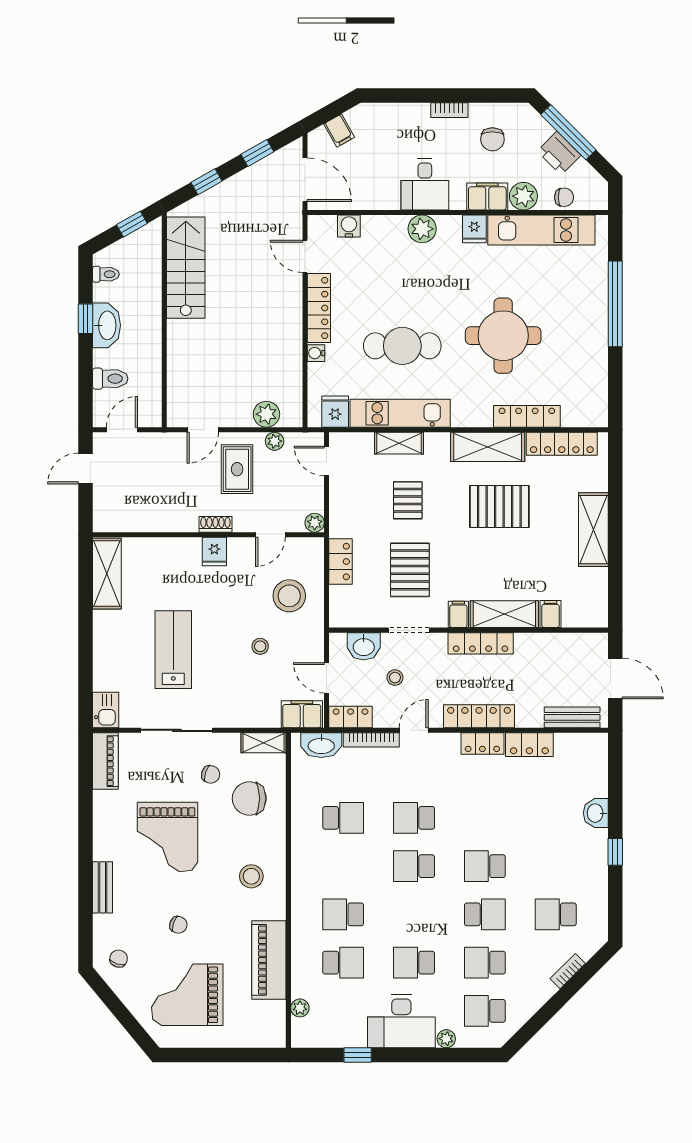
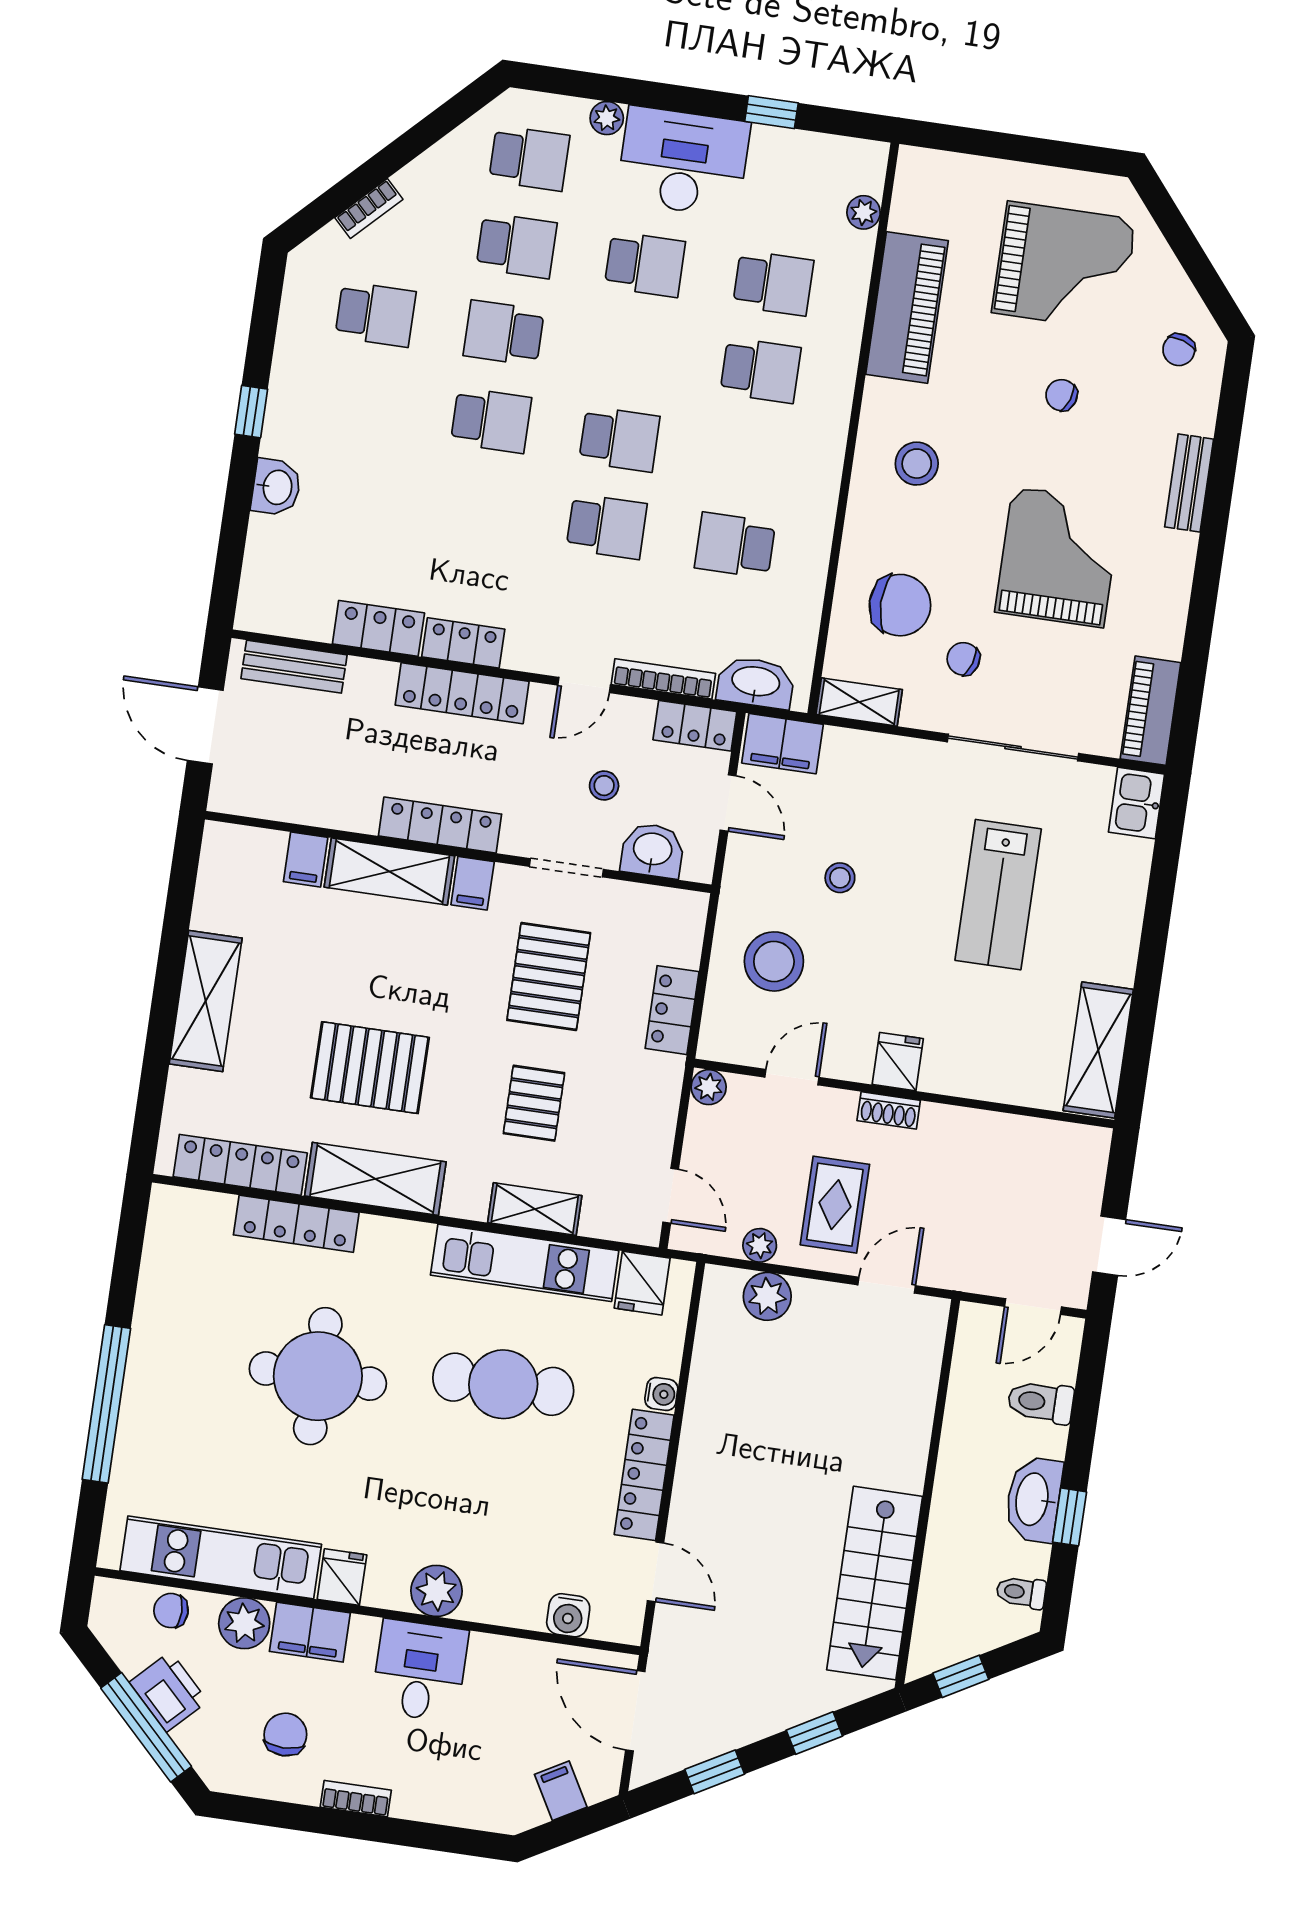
school desk: (343, 963) -> (773, 283), turned 180

